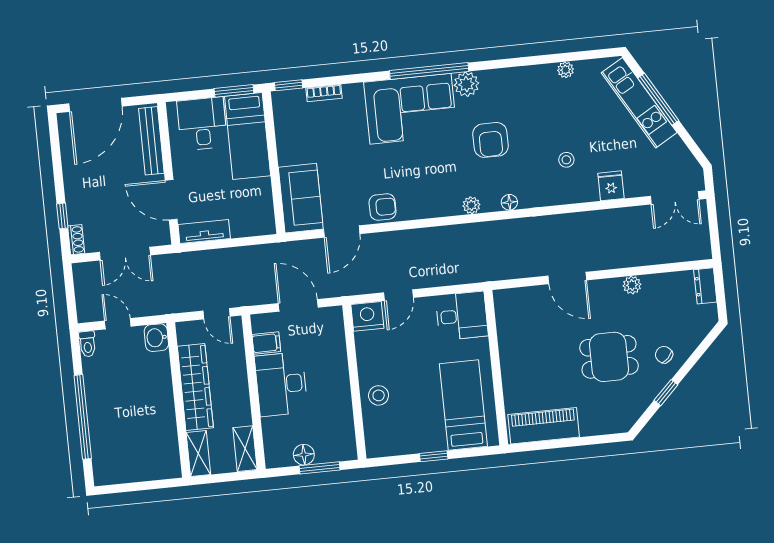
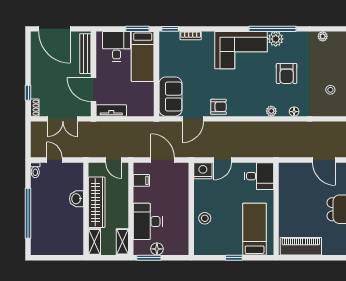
plant: (566, 70) -> (323, 36), moved
window: (429, 71) -> (273, 29), moved
door: (95, 105) -> (54, 29), hinge flipped
washbasin: (156, 338) -> (76, 199), moved
desk: (281, 384) -> (148, 221), moved
window: (320, 468) -> (149, 258), moved

